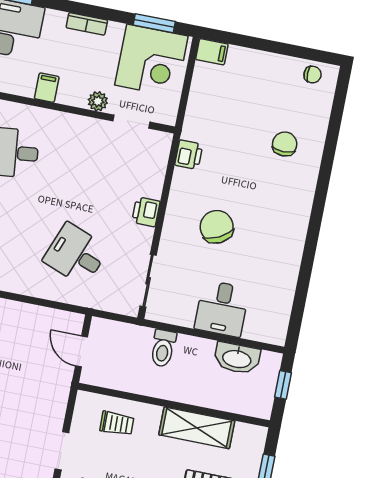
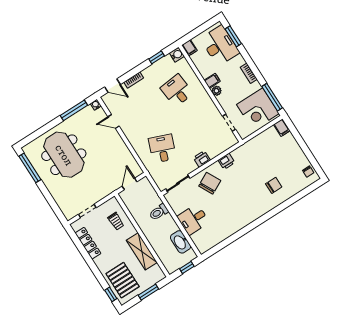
window: (154, 23) -> (272, 97), width x1.44
plant: (98, 101) -> (217, 91), moved
printer: (189, 155) -> (227, 161), moved
chair: (217, 227) -> (210, 183), moved

